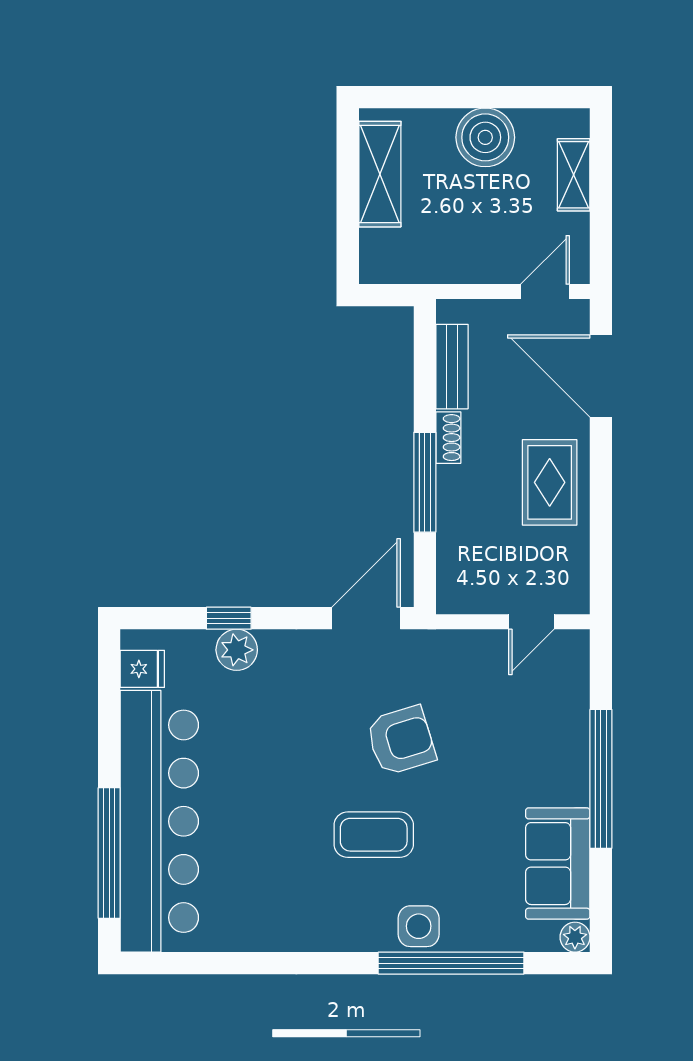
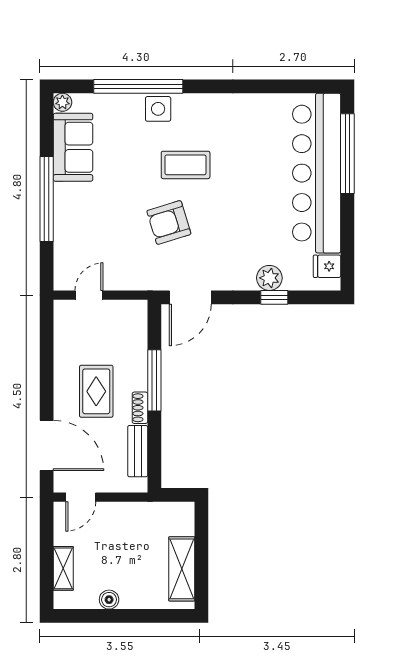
boiler: (485, 137) -> (109, 600), width x0.54, depth x0.54
rug: (550, 482) -> (96, 391), moved

